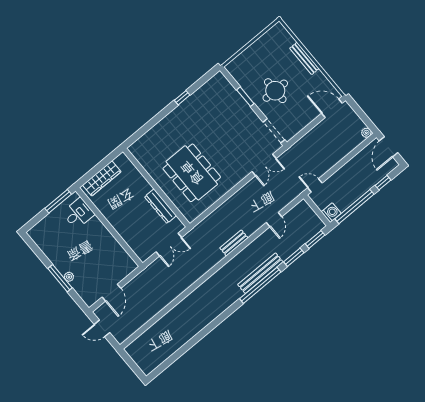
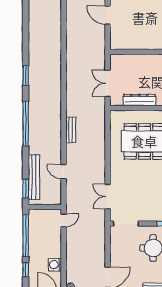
washing machine: (331, 213) -> (55, 265), moved, turned 90
window: (294, 257) -> (26, 75), moved
bench: (260, 273) -> (34, 177), moved

